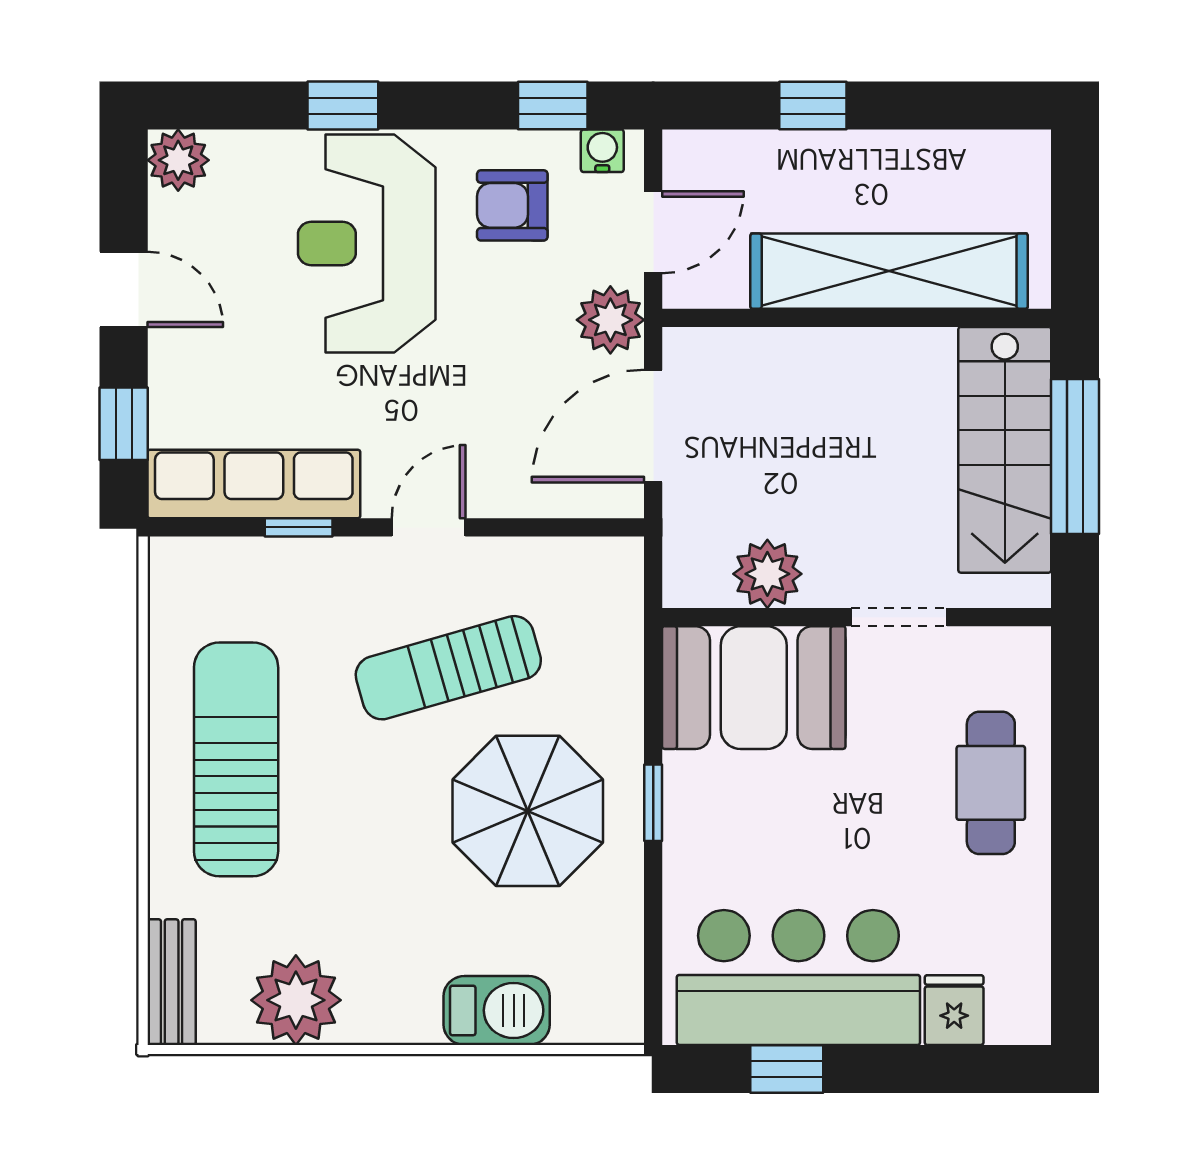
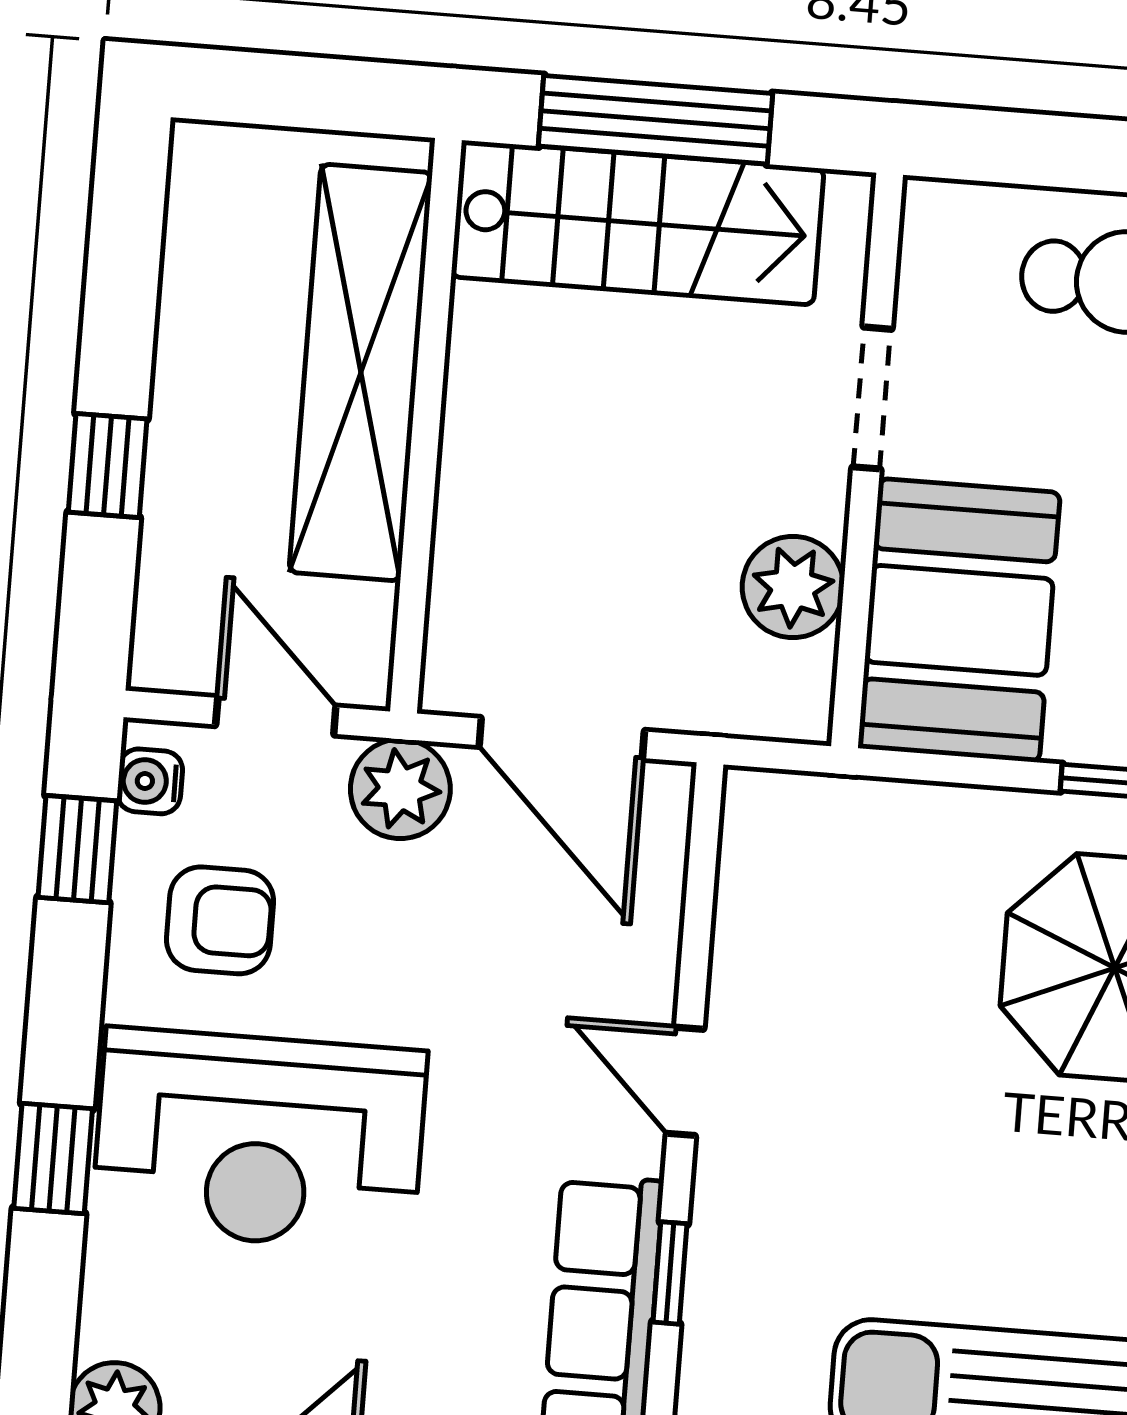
armchair: (512, 205) -> (220, 920), turned -90
sun lounger: (448, 668) -> (894, 1068), removed

